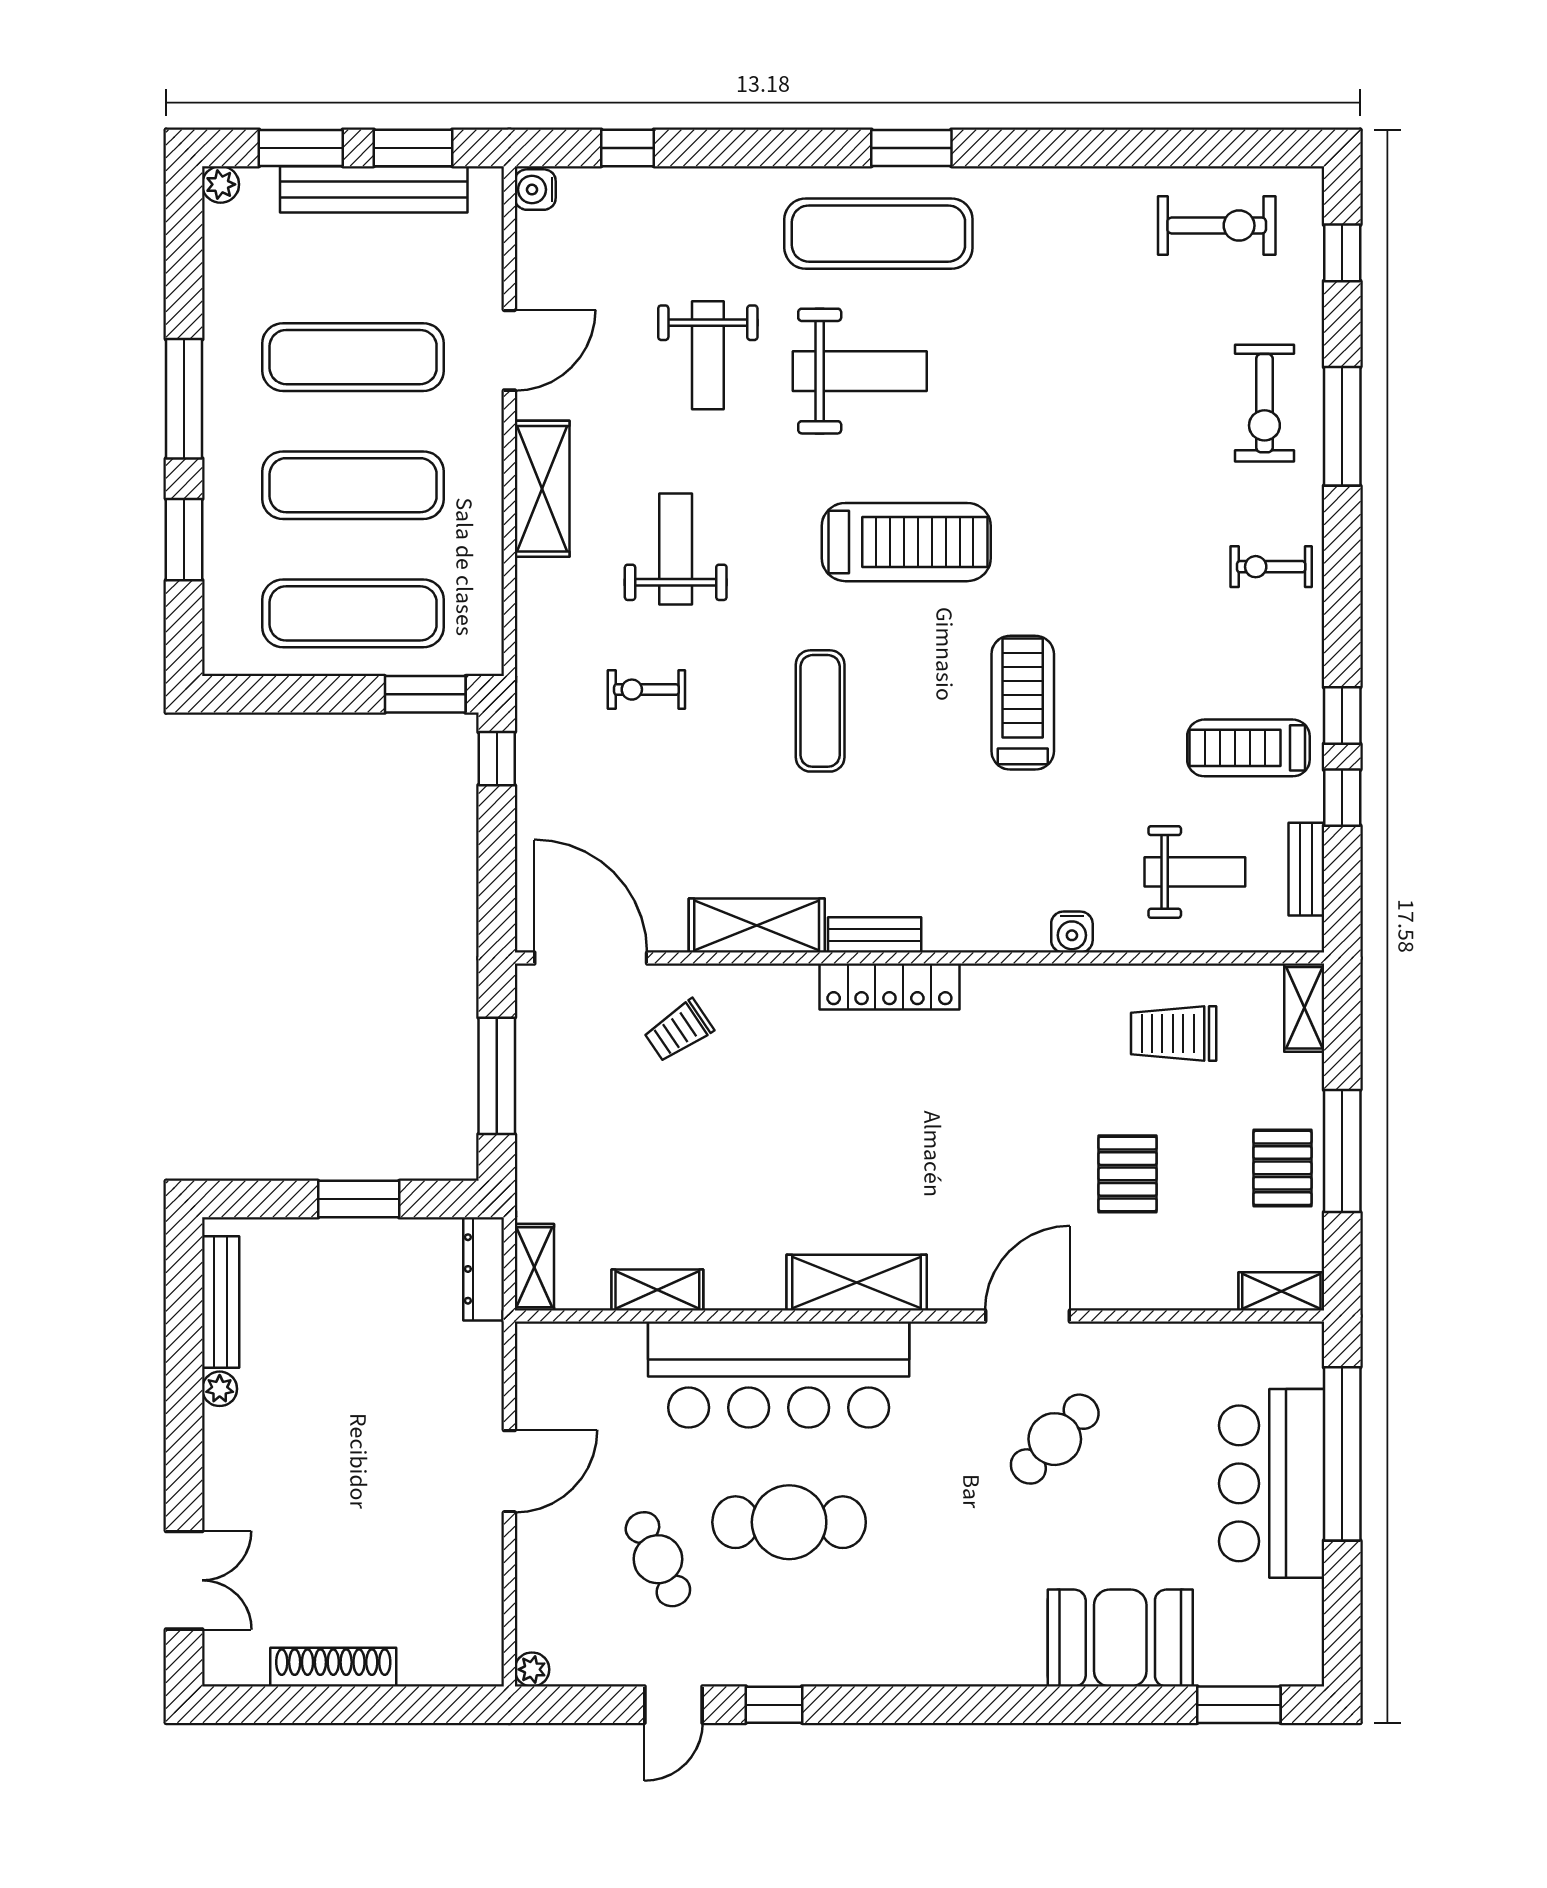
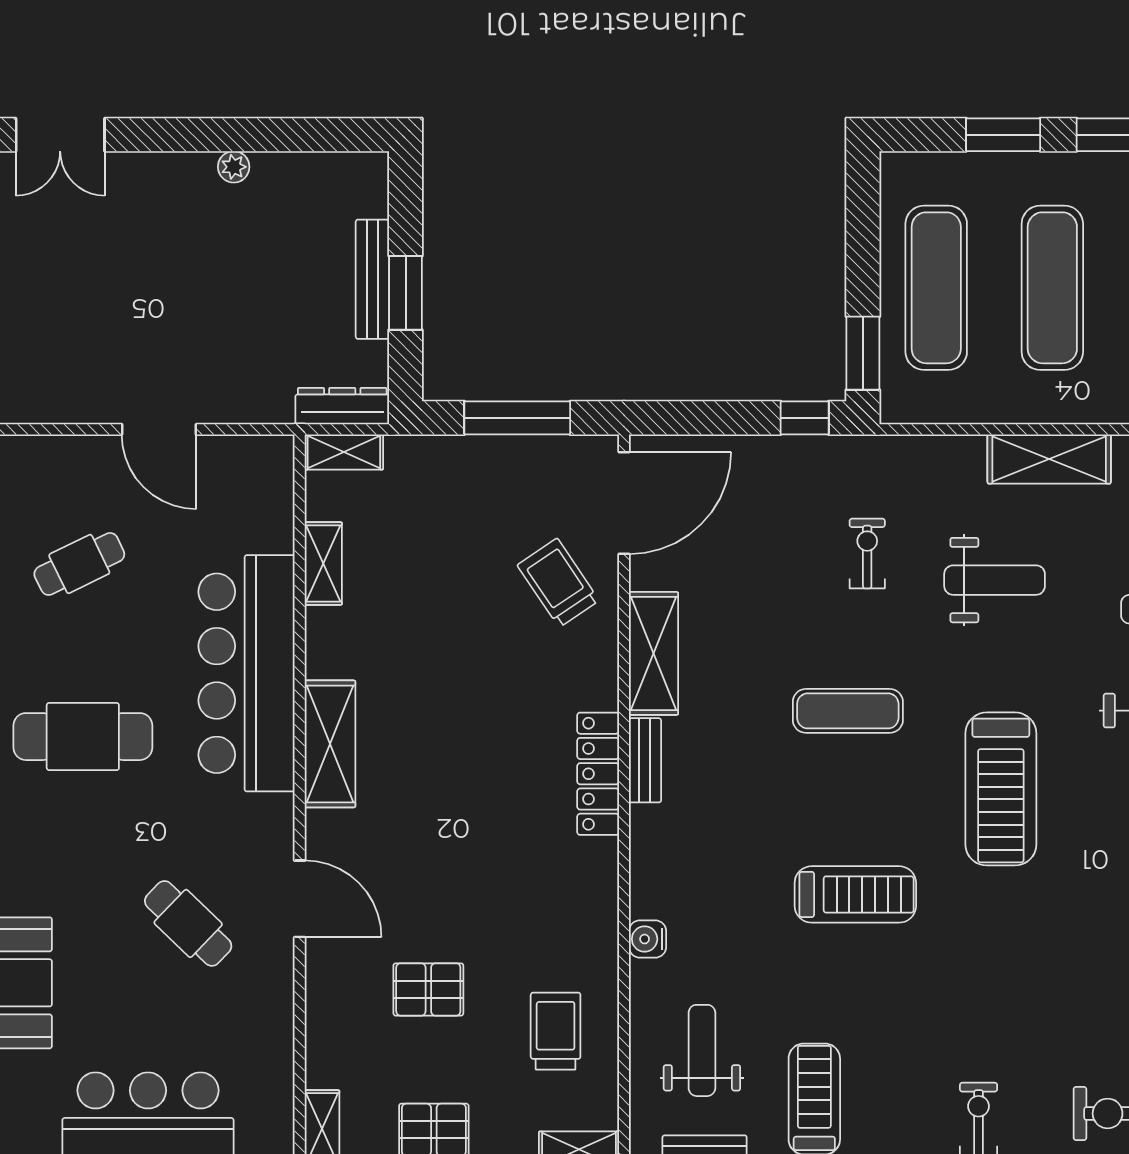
weight bench: (1195, 872) -> (702, 1050), turned 180
trolley: (679, 1031) -> (558, 583), width x1.36, depth x1.39
bench: (221, 1302) -> (372, 279), moved, turned 90
cafe table: (789, 1522) -> (83, 737), moved, turned 90

